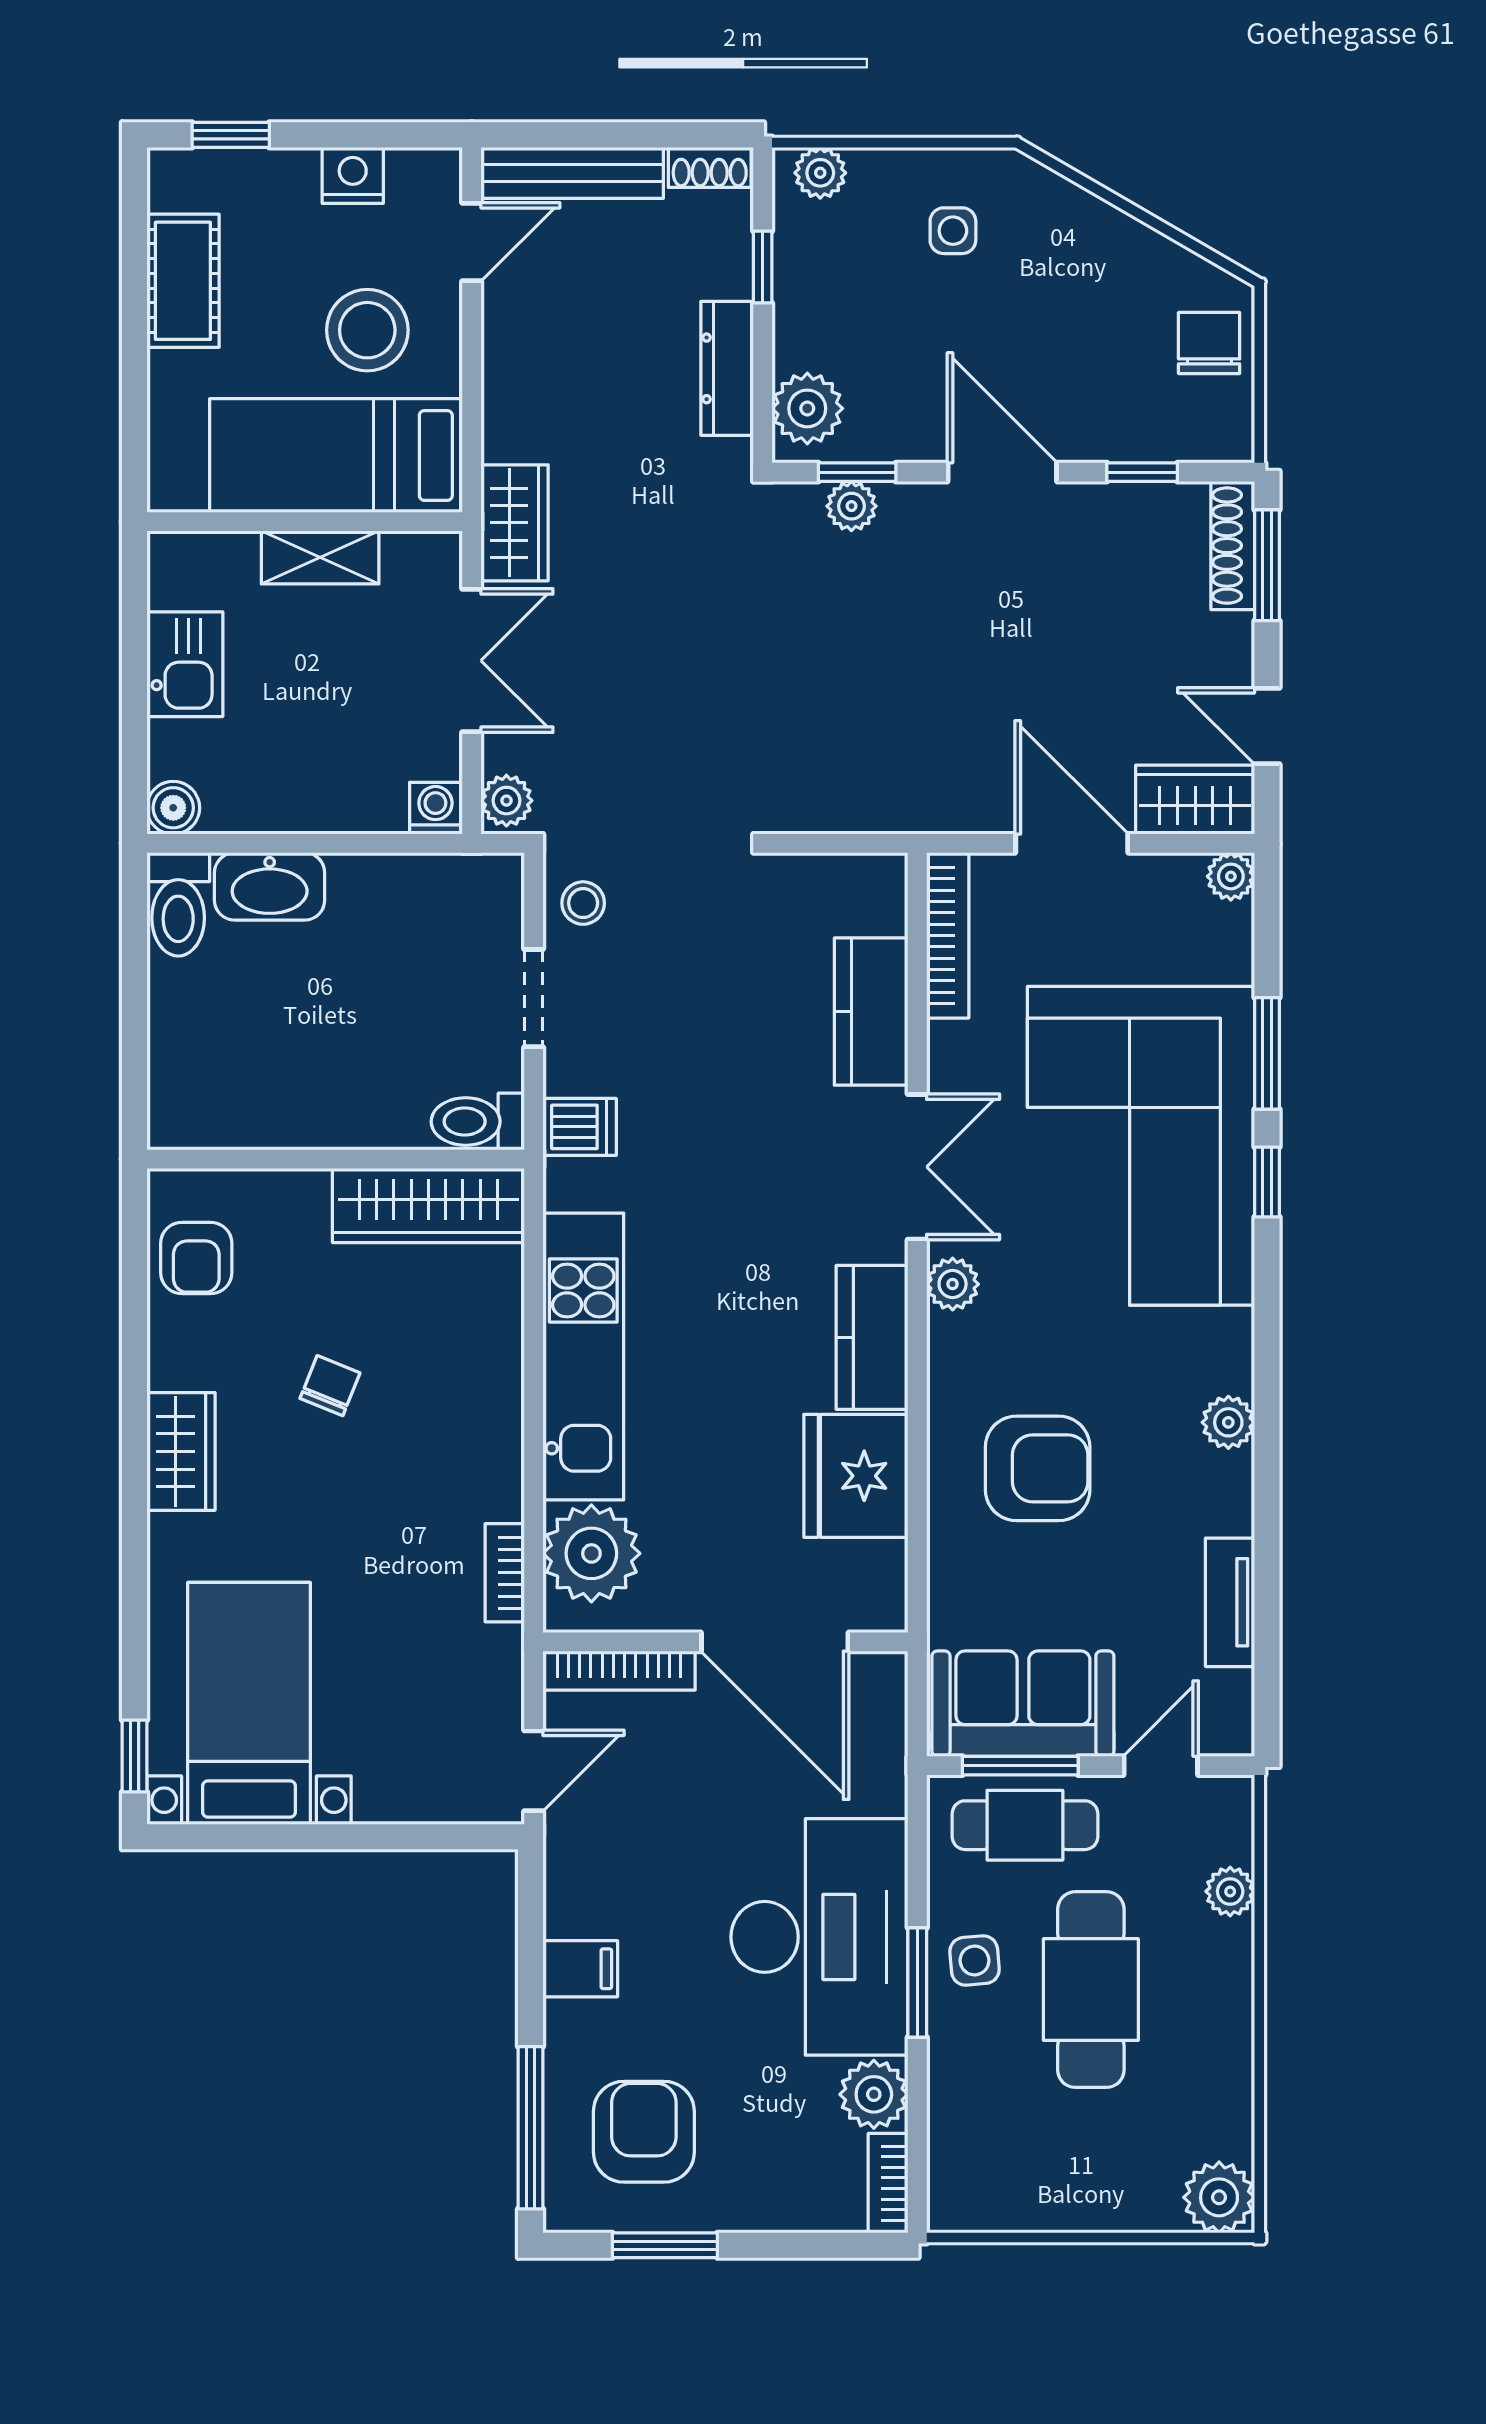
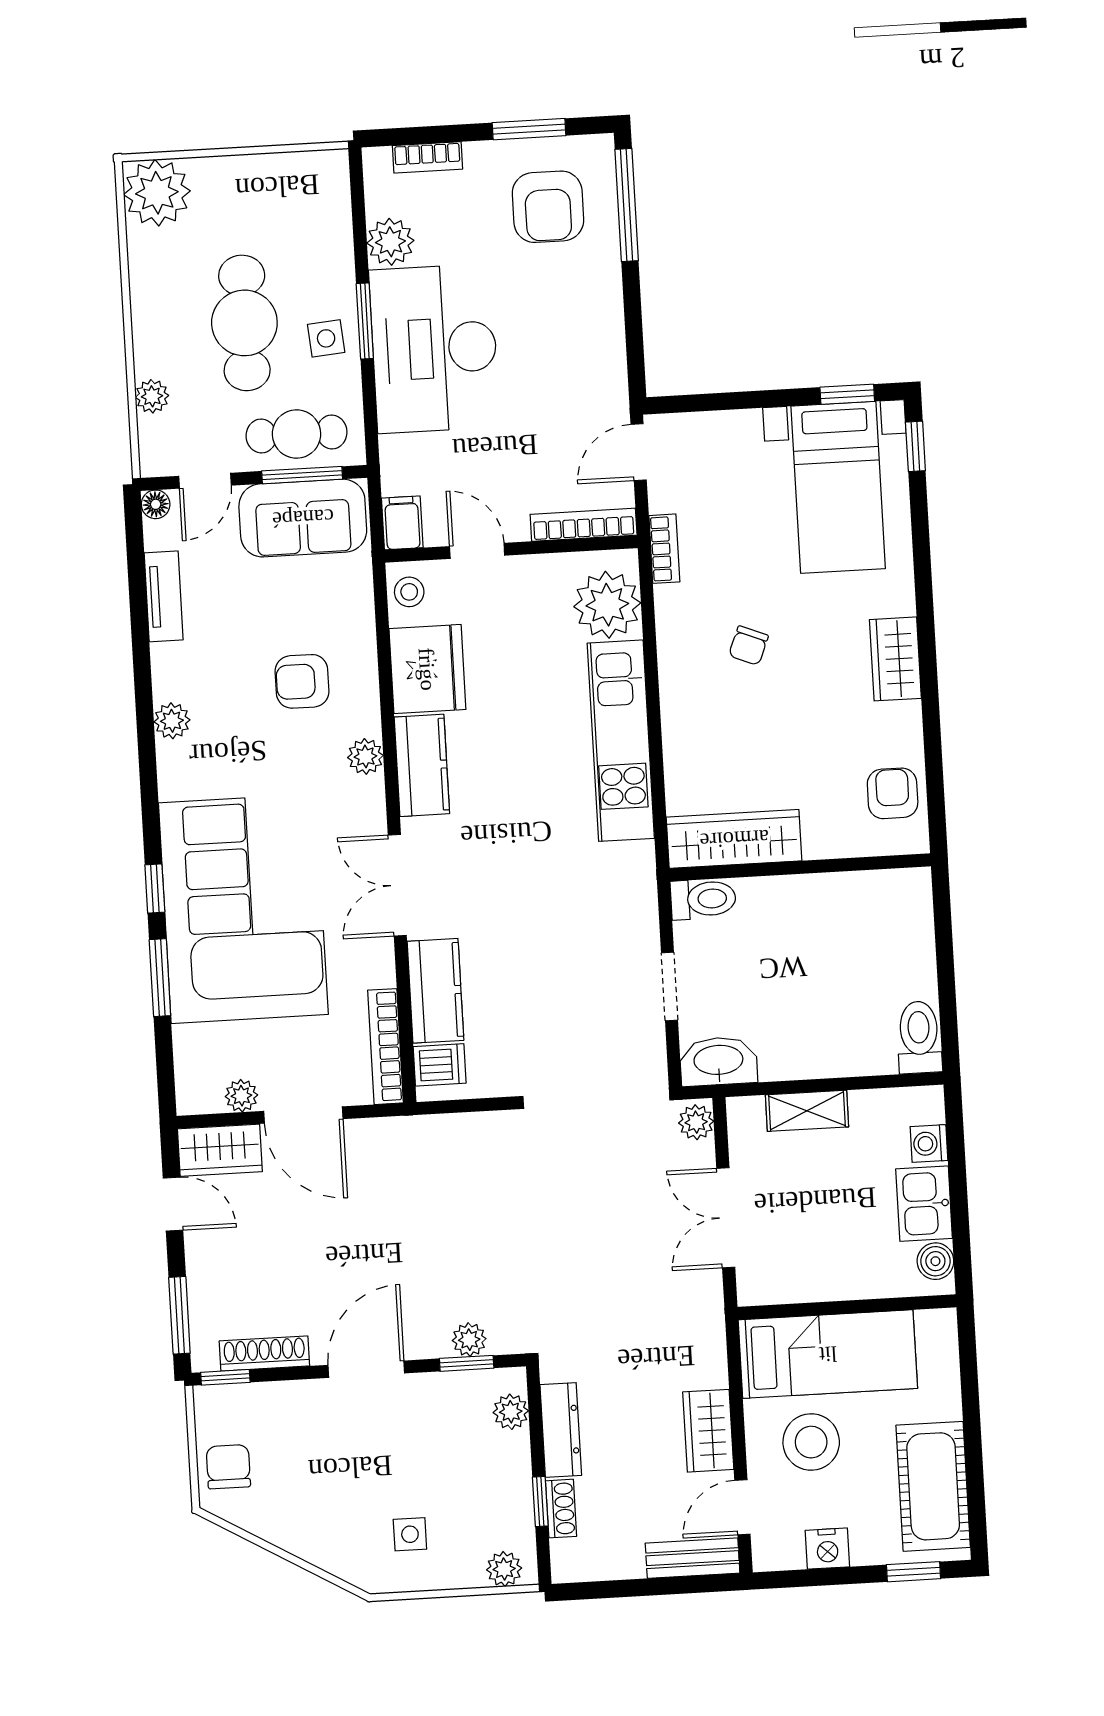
shoe rack: (710, 167) -> (561, 1509), moved, turned 90
bench: (572, 173) -> (693, 1558), width x0.73
cot: (183, 281) -> (933, 1486), width x1.37, depth x1.34
chair: (1209, 343) -> (228, 1467), turned 180
plant: (807, 408) -> (511, 1412), width x0.73, depth x0.73
door: (1002, 472) -> (366, 1369), swing flipped
window: (1142, 472) -> (225, 1377), moved
wardrobe: (515, 523) -> (708, 1431), moved
shoe rack: (1233, 546) -> (264, 1353), moved, turned -90
shelving: (320, 557) -> (807, 1111), moved
boiler: (173, 808) -> (935, 1261), moved
washing machine: (435, 808) -> (929, 1144), moved, turned 90
plant: (1231, 876) -> (241, 1096), moved
washbasin: (270, 886) -> (719, 1061), moved
stool: (583, 903) -> (409, 592), moved
dishwasher: (580, 1127) -> (440, 1065), moved, turned 180
plant: (953, 1284) -> (365, 756), moved
chair: (330, 1386) -> (748, 646), moved
armchair: (1038, 1468) -> (302, 681), width x0.72, depth x0.72
bookcase: (505, 1573) -> (664, 549), moved
door: (775, 1642) -> (477, 551), width x0.53
floor lamp: (1234, 1736) -> (156, 504), added
window: (228, 1837) -> (847, 394), added
filing cabinet: (580, 1969) -> (402, 523), moved, turned 90
bookcase: (888, 2183) -> (427, 157), moved, turned 90
plant: (1219, 2197) -> (157, 193), width x1.36, depth x1.36

